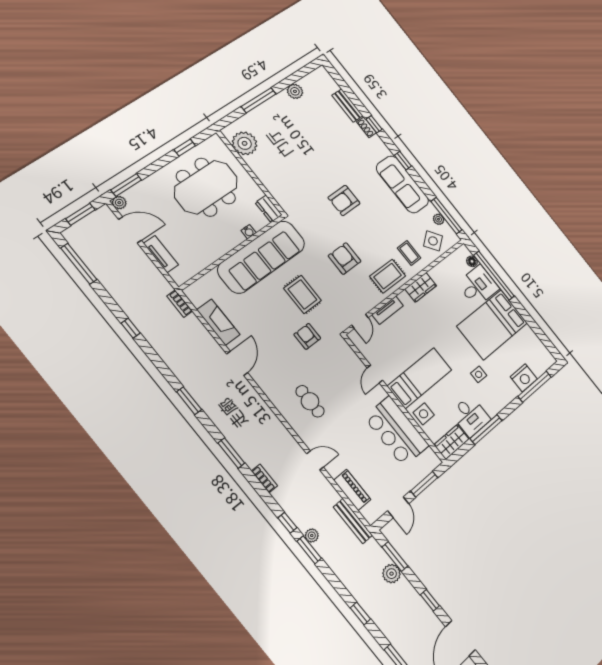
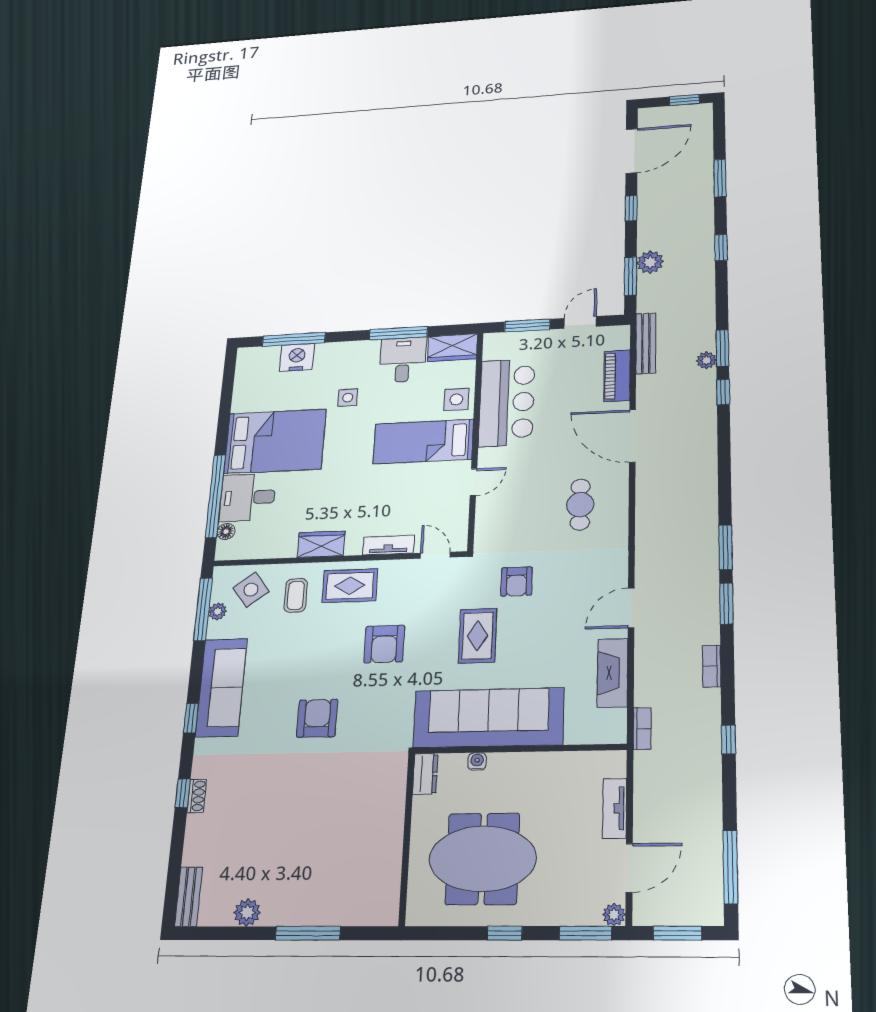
bench: (347, 106) -> (189, 897), moved
plant: (245, 143) -> (380, 885), removed
window: (185, 148) -> (505, 933), moved
armchair: (344, 200) -> (317, 718), turned -90
door: (130, 230) -> (629, 868), swing flipped
door: (360, 321) -> (435, 555), hinge flipped
window: (231, 453) -> (726, 547), moved
door: (315, 460) -> (632, 436), width x1.87
bookcase: (264, 478) -> (712, 666), moved

